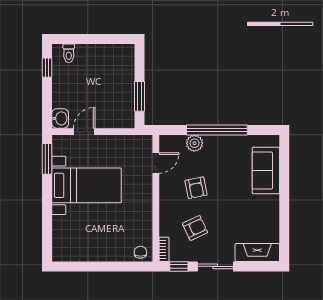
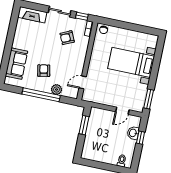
window: (47, 68) -> (141, 138), moved
washbasin: (60, 118) -> (133, 133), moved
bed with nightstands: (86, 185) -> (131, 62), moved
armchair: (196, 188) -> (44, 71), moved

